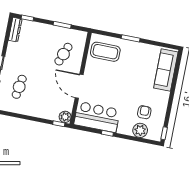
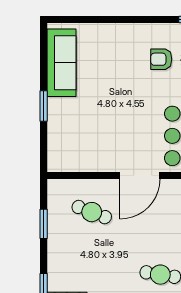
coffee table: (105, 52) -> (74, 143), removed
sofa: (166, 70) -> (61, 63), moved, turned -90

